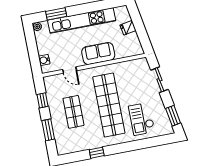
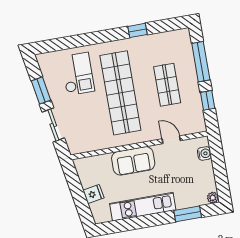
kitchen unit: (82, 20) -> (143, 207), width x0.73
window: (173, 116) -> (41, 90), moved
window: (48, 130) -> (201, 62), width x1.44

